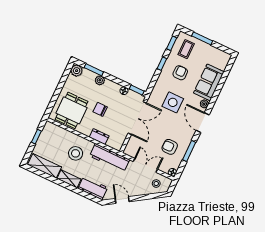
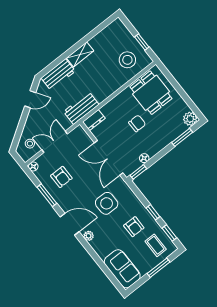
plant: (100, 80) -> (168, 138), removed
sofa: (209, 82) -> (122, 269), moved
dresser: (99, 137) -> (94, 120), moved
armchair: (170, 147) -> (61, 177), turned 90
stool: (76, 153) -> (127, 60), moved
workbench: (110, 158) -> (81, 108), width x0.73
double door: (145, 165) -> (55, 142), swing flipped
shelving: (45, 166) -> (107, 35), removed

